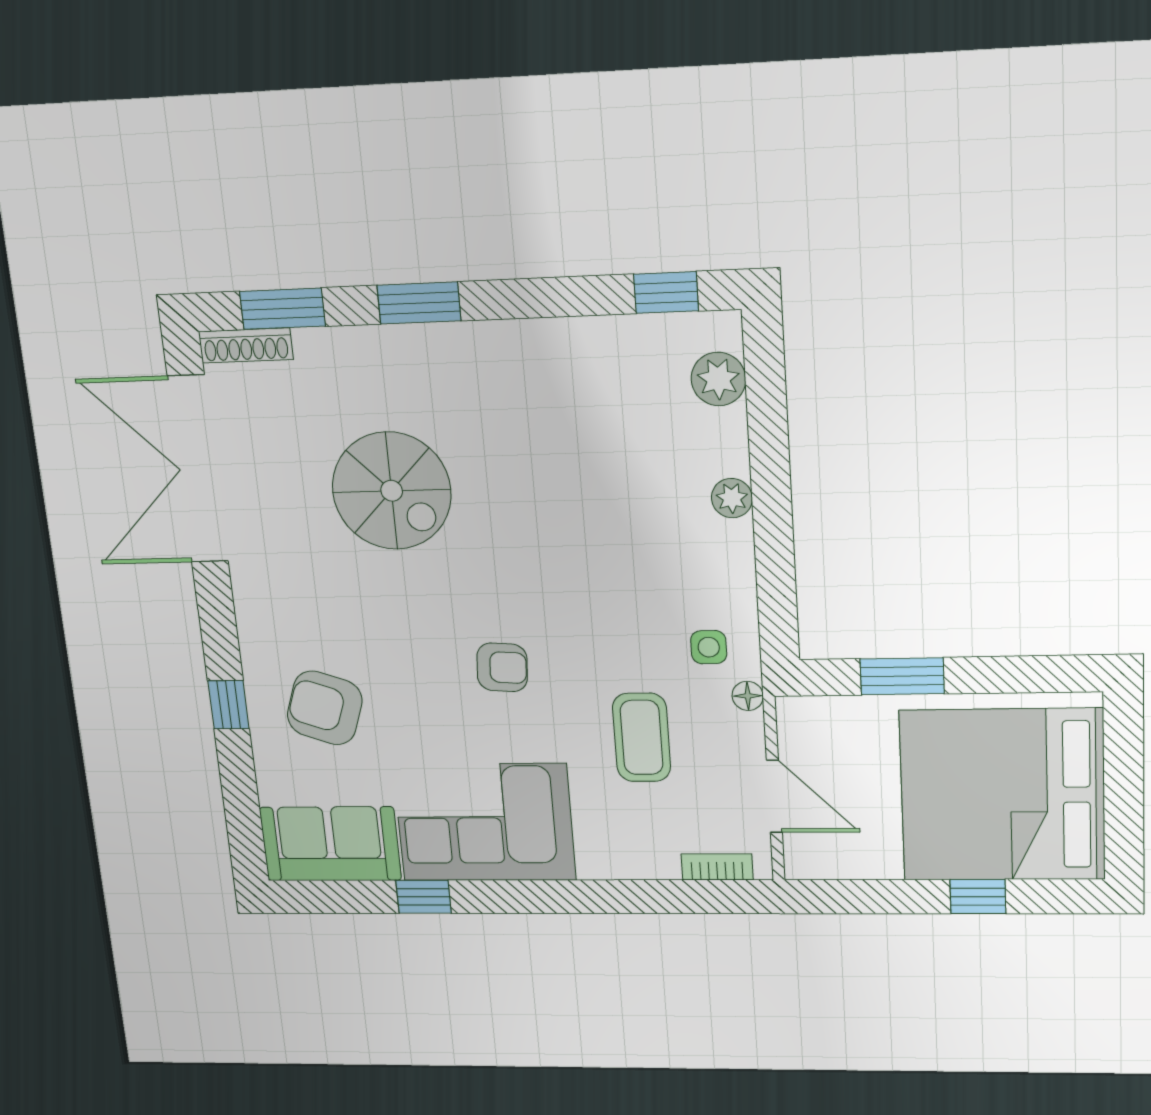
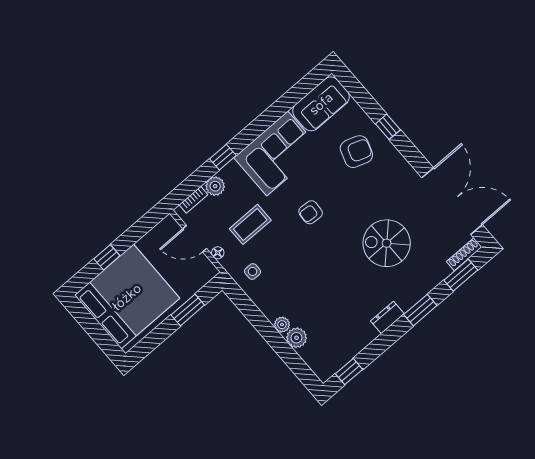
dresser: (500, 341) -> (387, 317), added
plant: (718, 379) -> (297, 338), moved
floor lamp: (748, 696) -> (218, 253), moved
coffee table: (642, 737) -> (250, 224), turned 90
plant: (654, 858) -> (215, 186), added
window: (424, 897) -> (223, 157), moved

